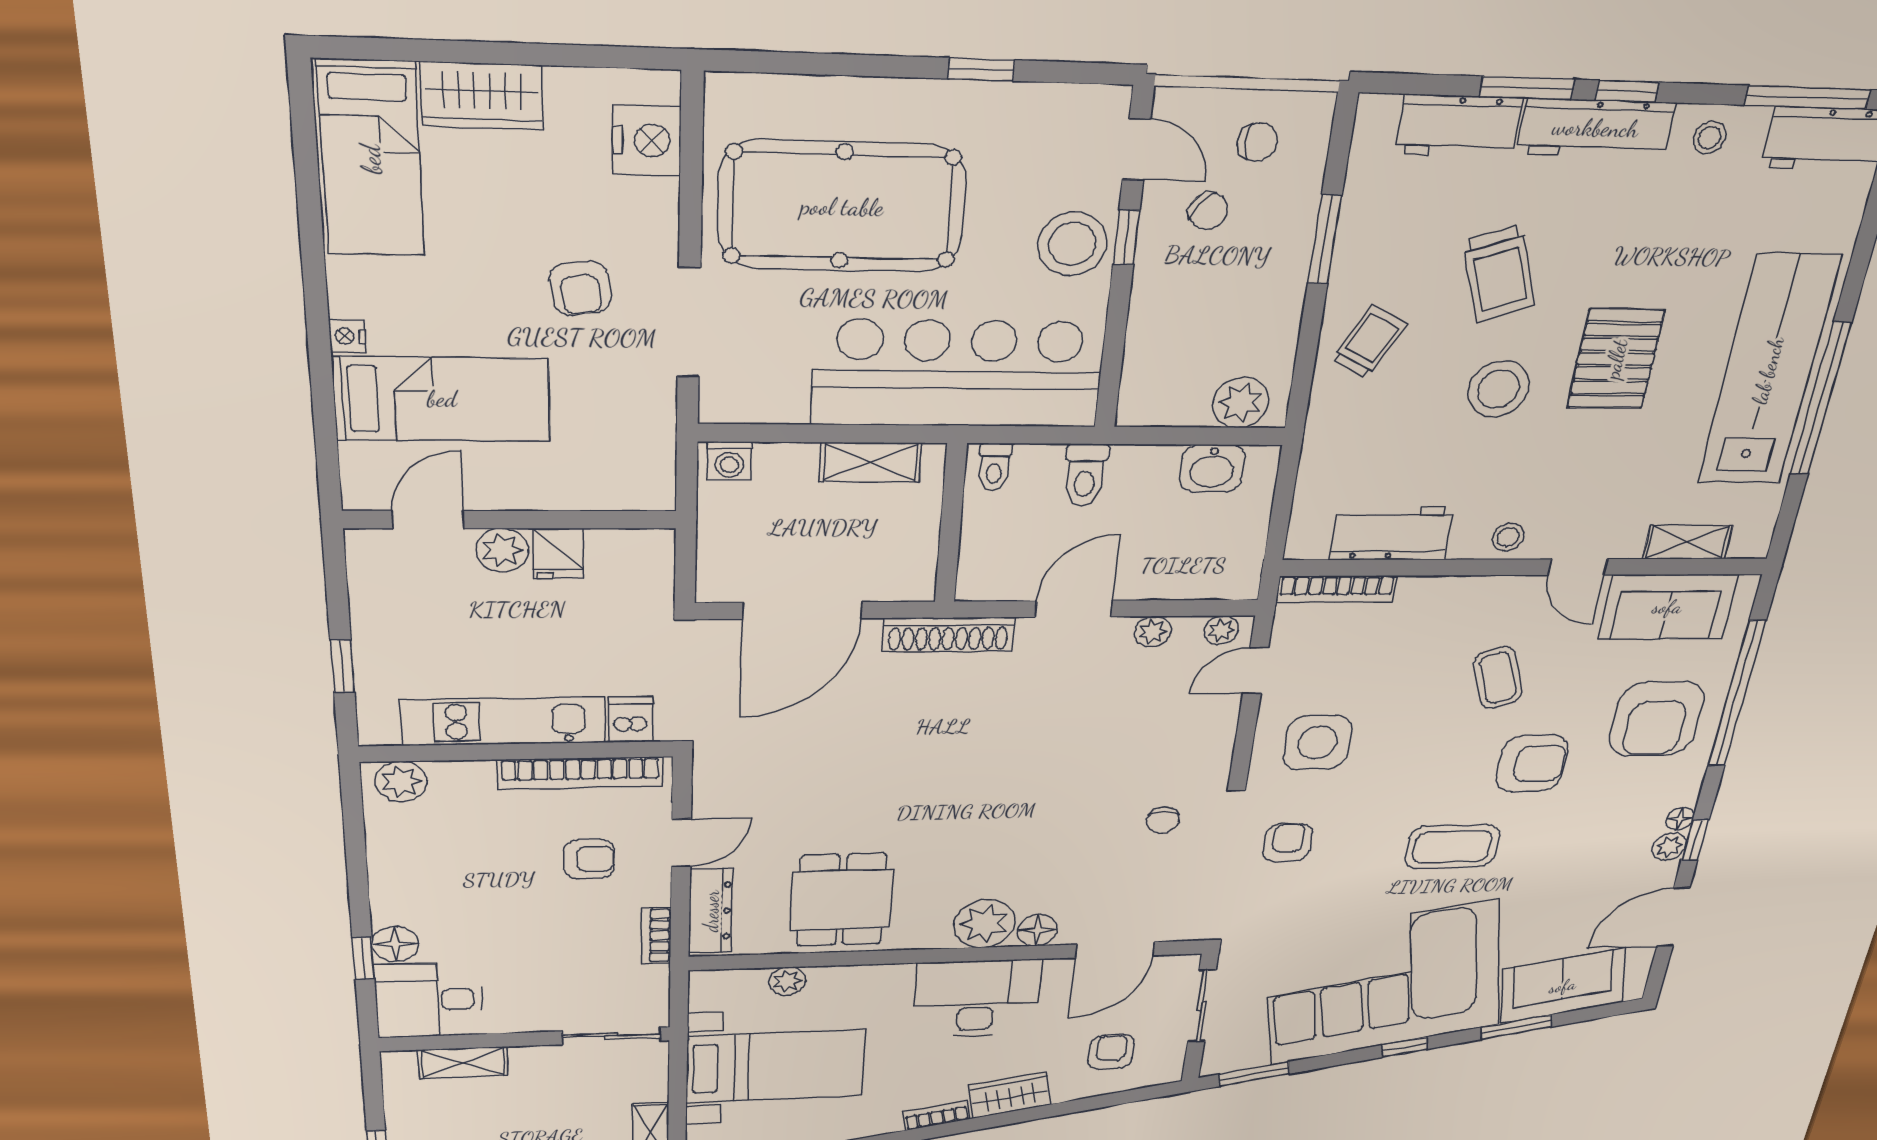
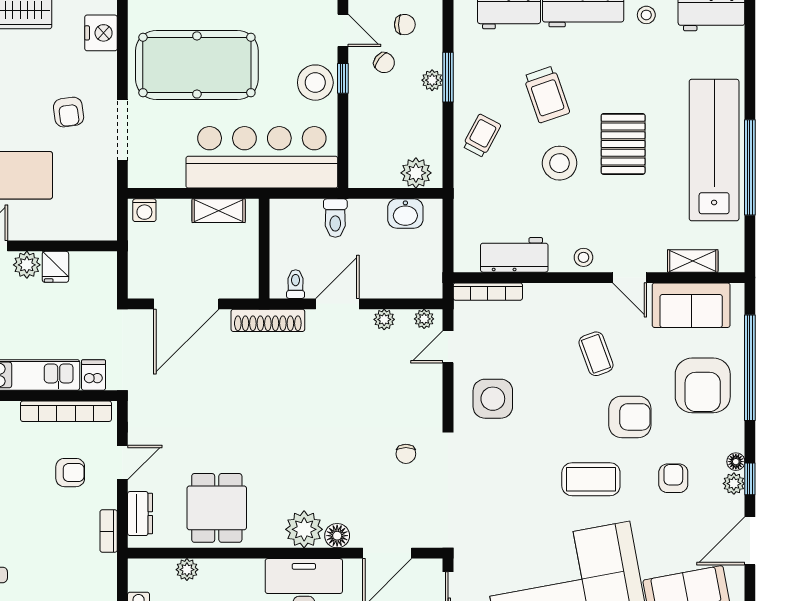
plant: (1294, 244) -> (432, 80), added
toilet: (994, 467) -> (296, 284), moved, turned 180
armchair: (1288, 843) -> (673, 478), moved
dresser: (711, 911) -> (140, 514), width x0.70

